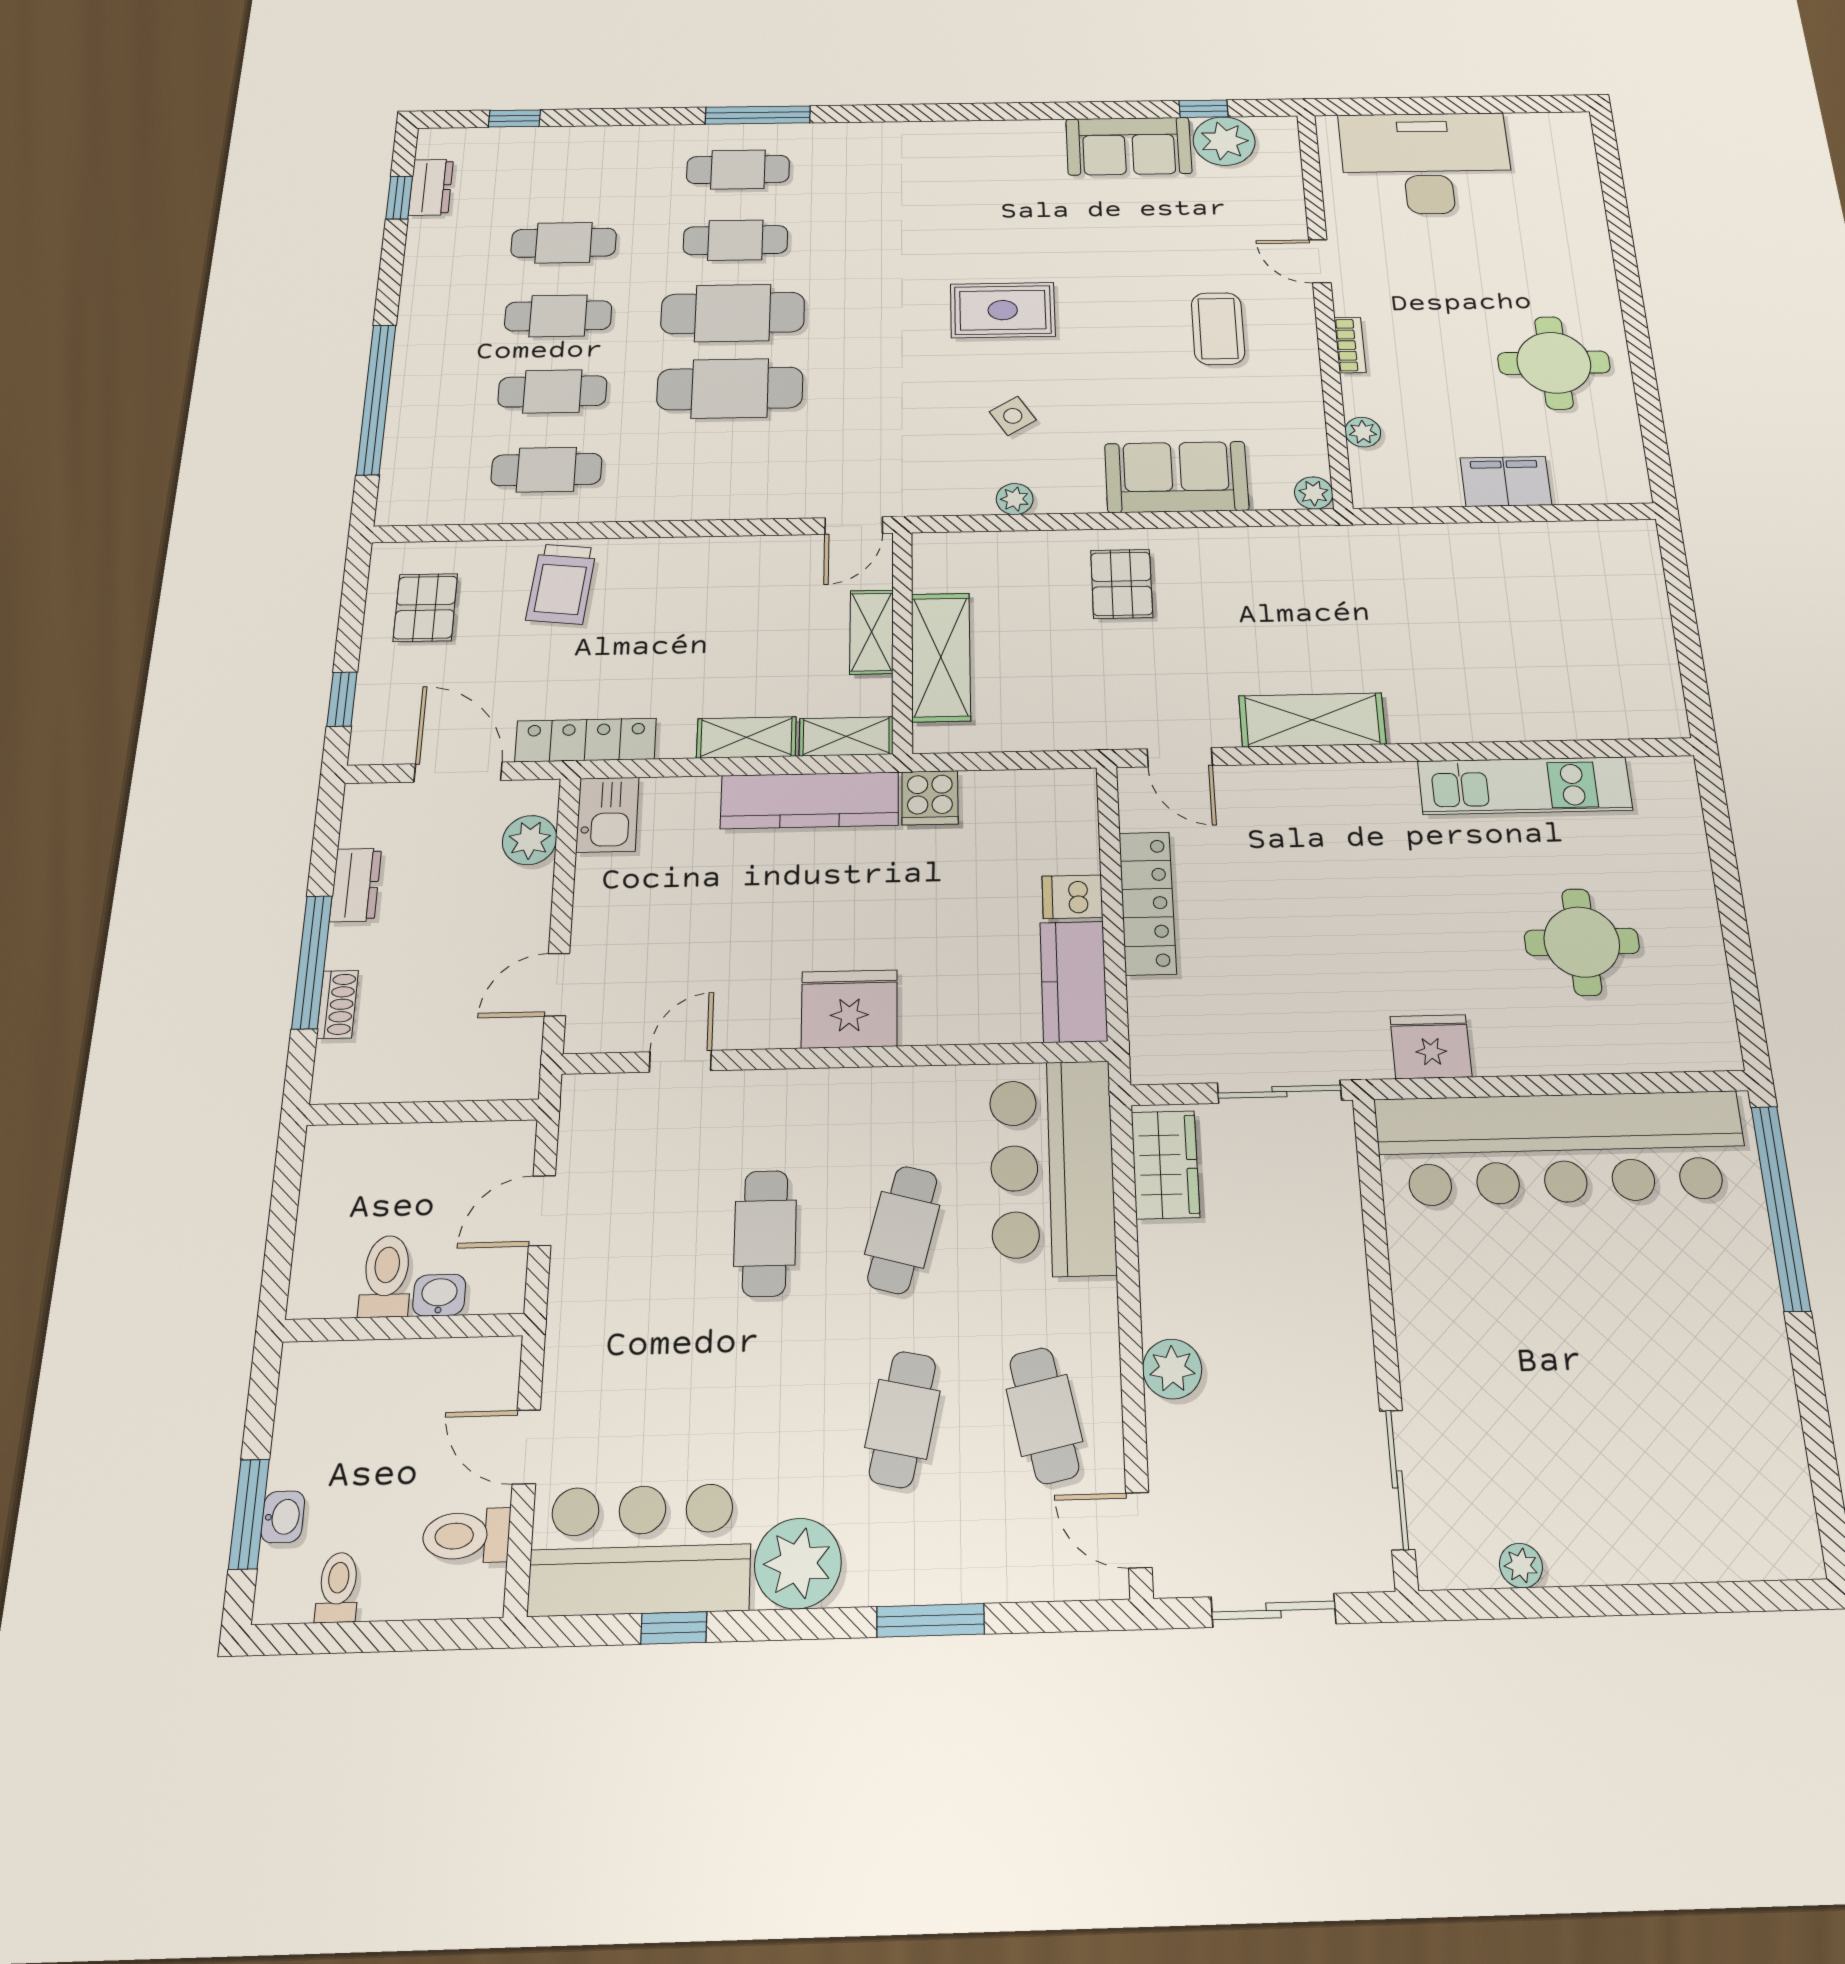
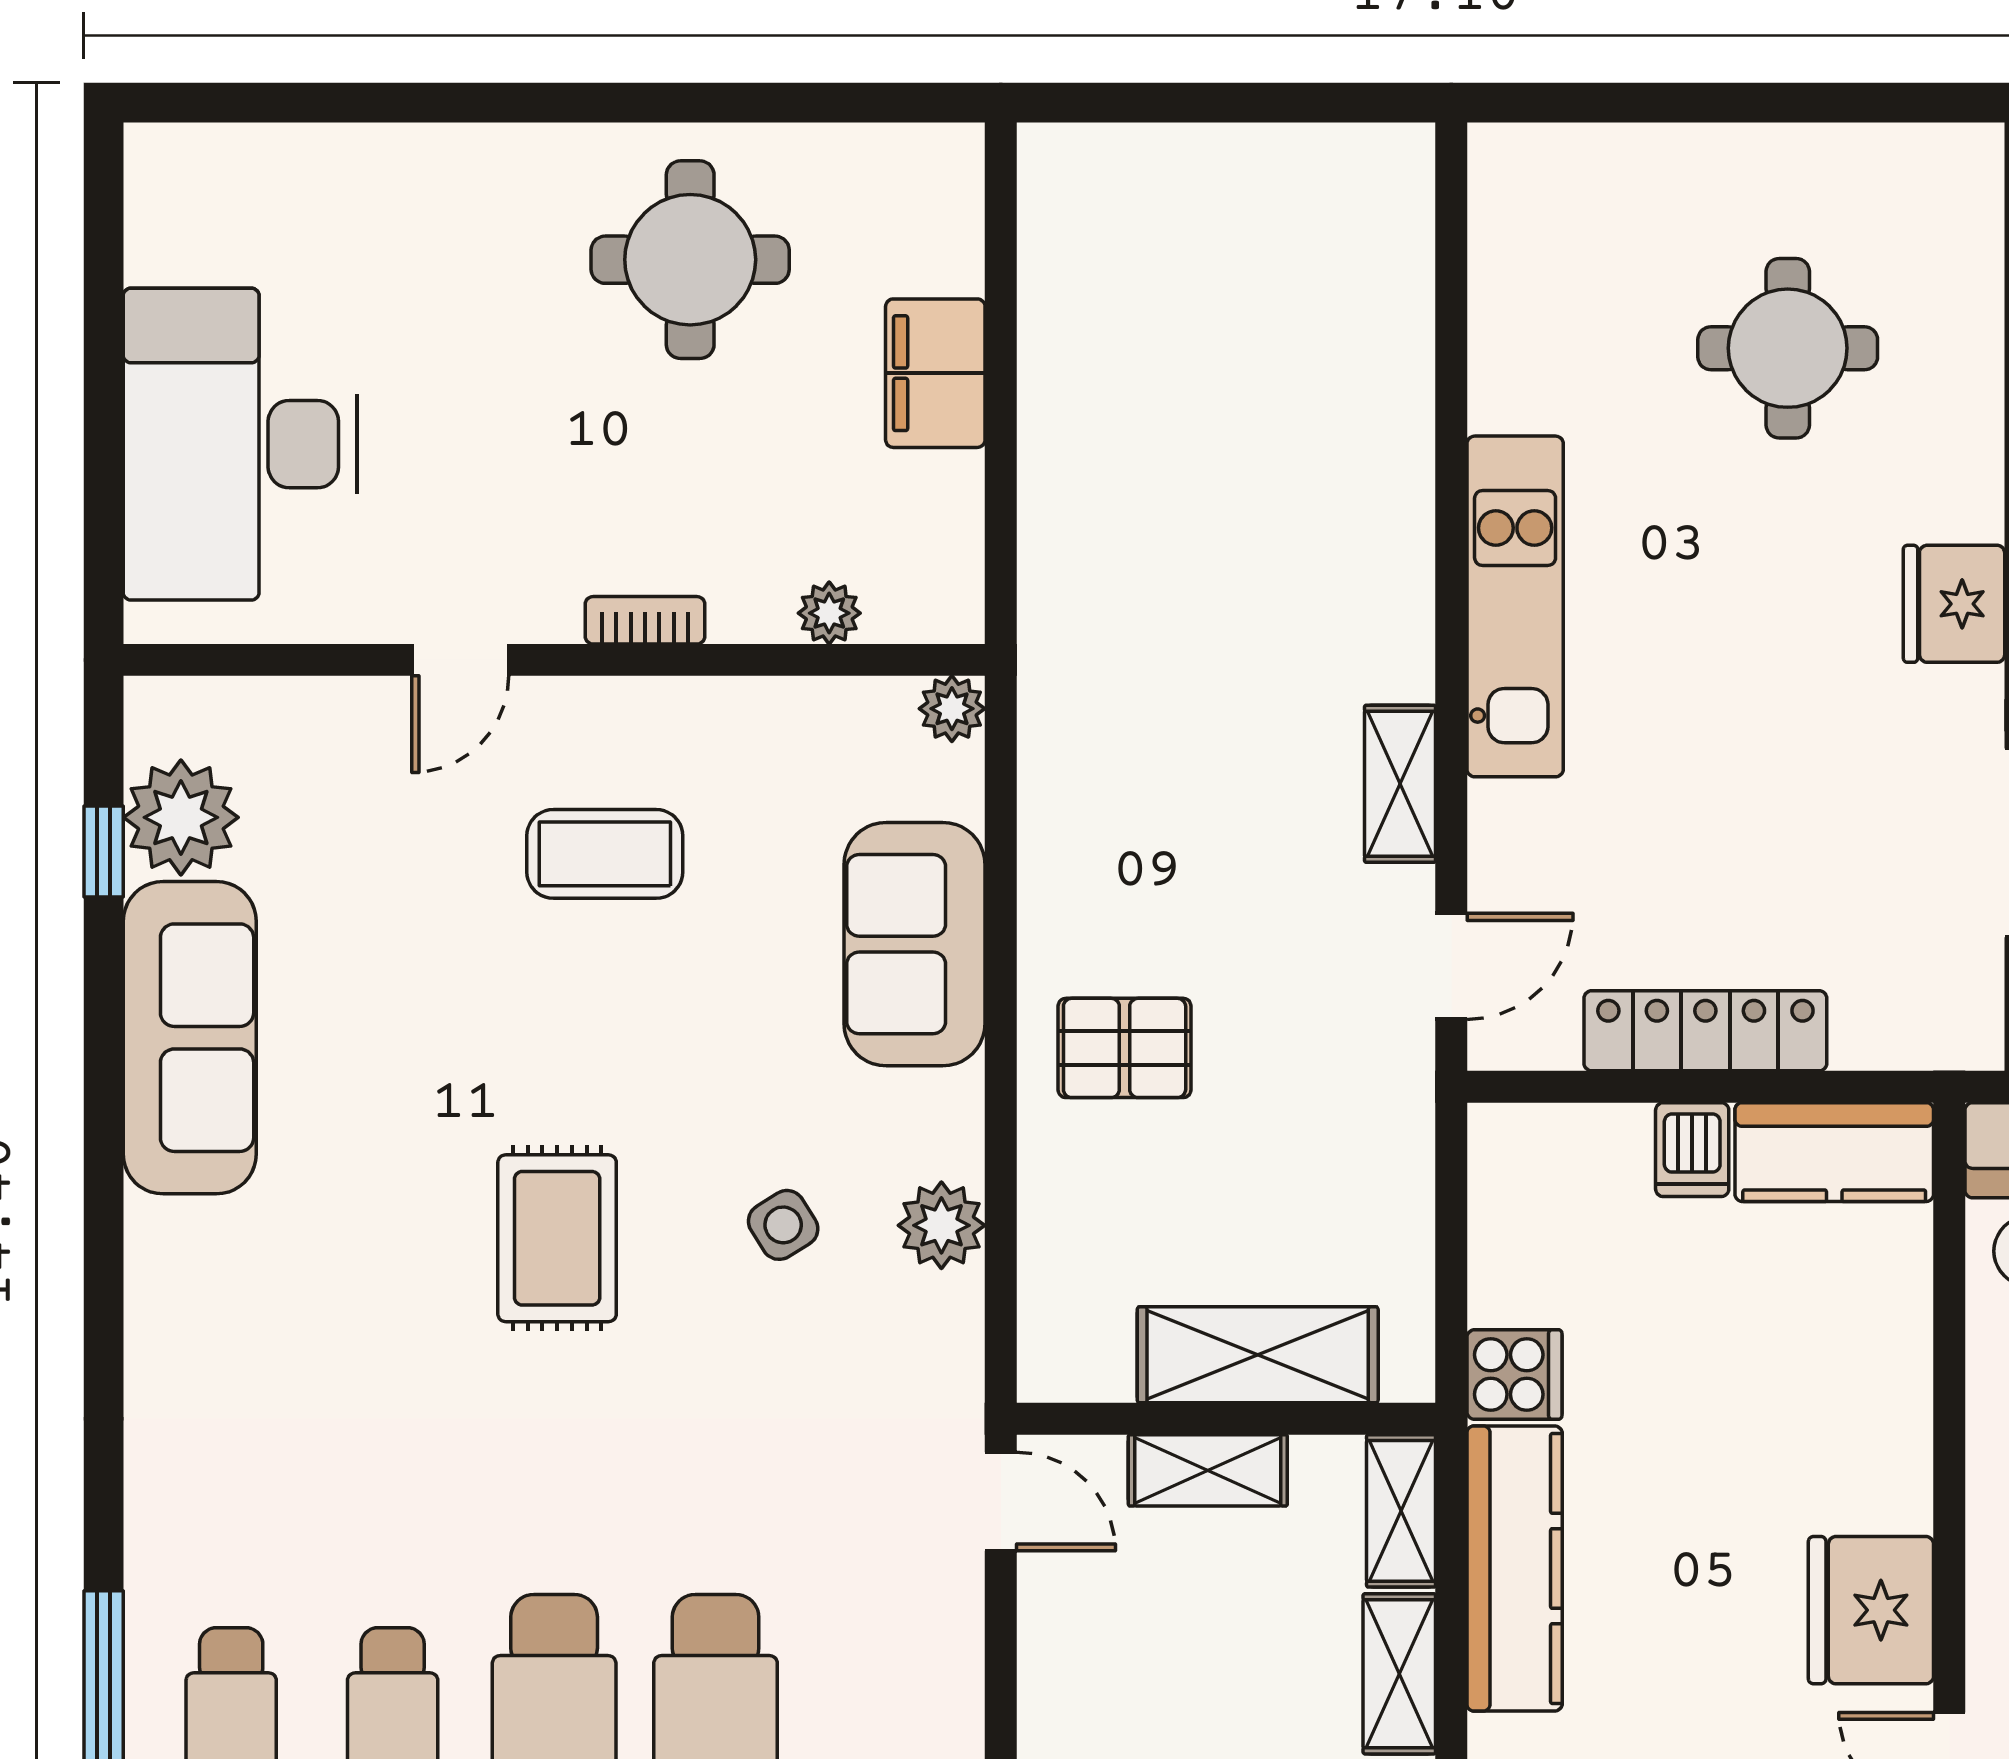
sofa: (1129, 146) -> (190, 1038), width x1.36
plant: (1015, 499) -> (941, 1225), width x1.38, depth x1.38
shelving: (1312, 720) -> (1400, 784), width x0.67, depth x0.75
kitchen unit: (1525, 786) -> (1515, 606), moved
fridge: (849, 1009) -> (1871, 1610), moved

